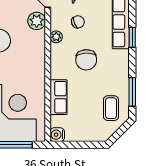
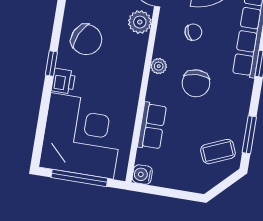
plant: (56, 37) -> (159, 66), moved
coffee table: (111, 108) -> (218, 152), turned 67

